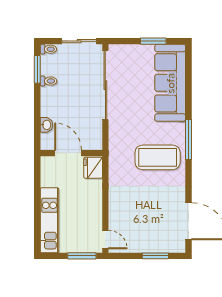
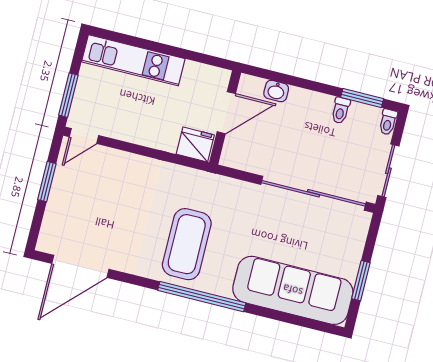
window: (189, 140) -> (202, 297), width x1.46
window: (155, 256) -> (47, 182), moved

